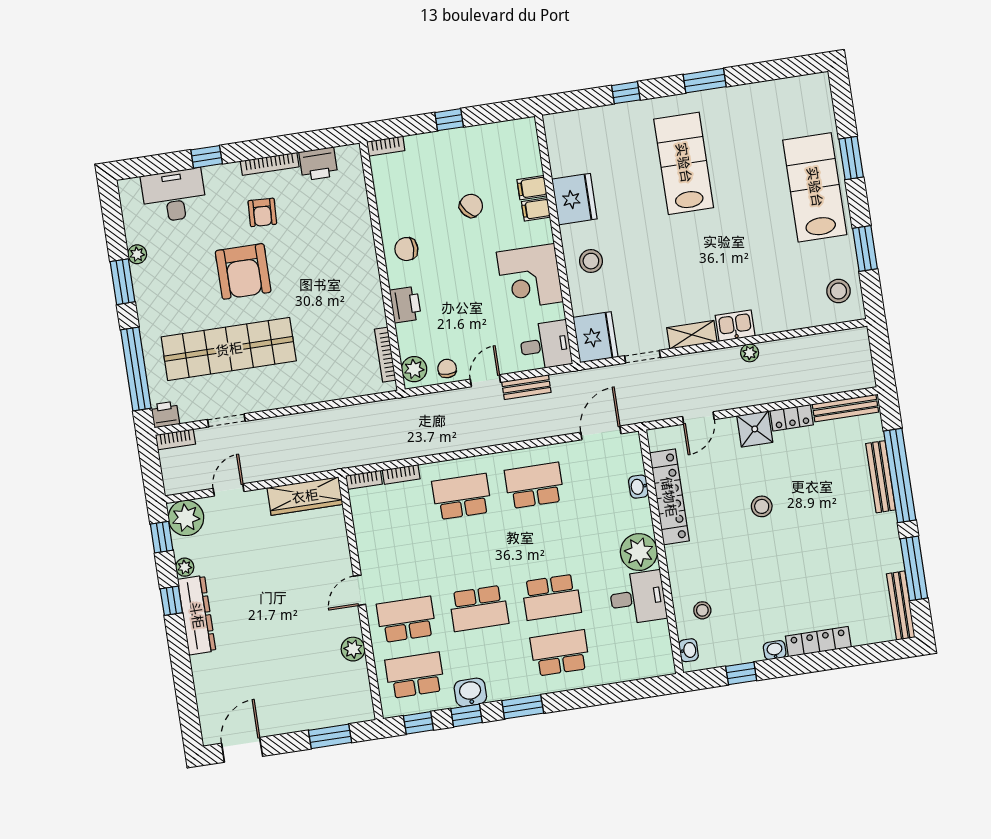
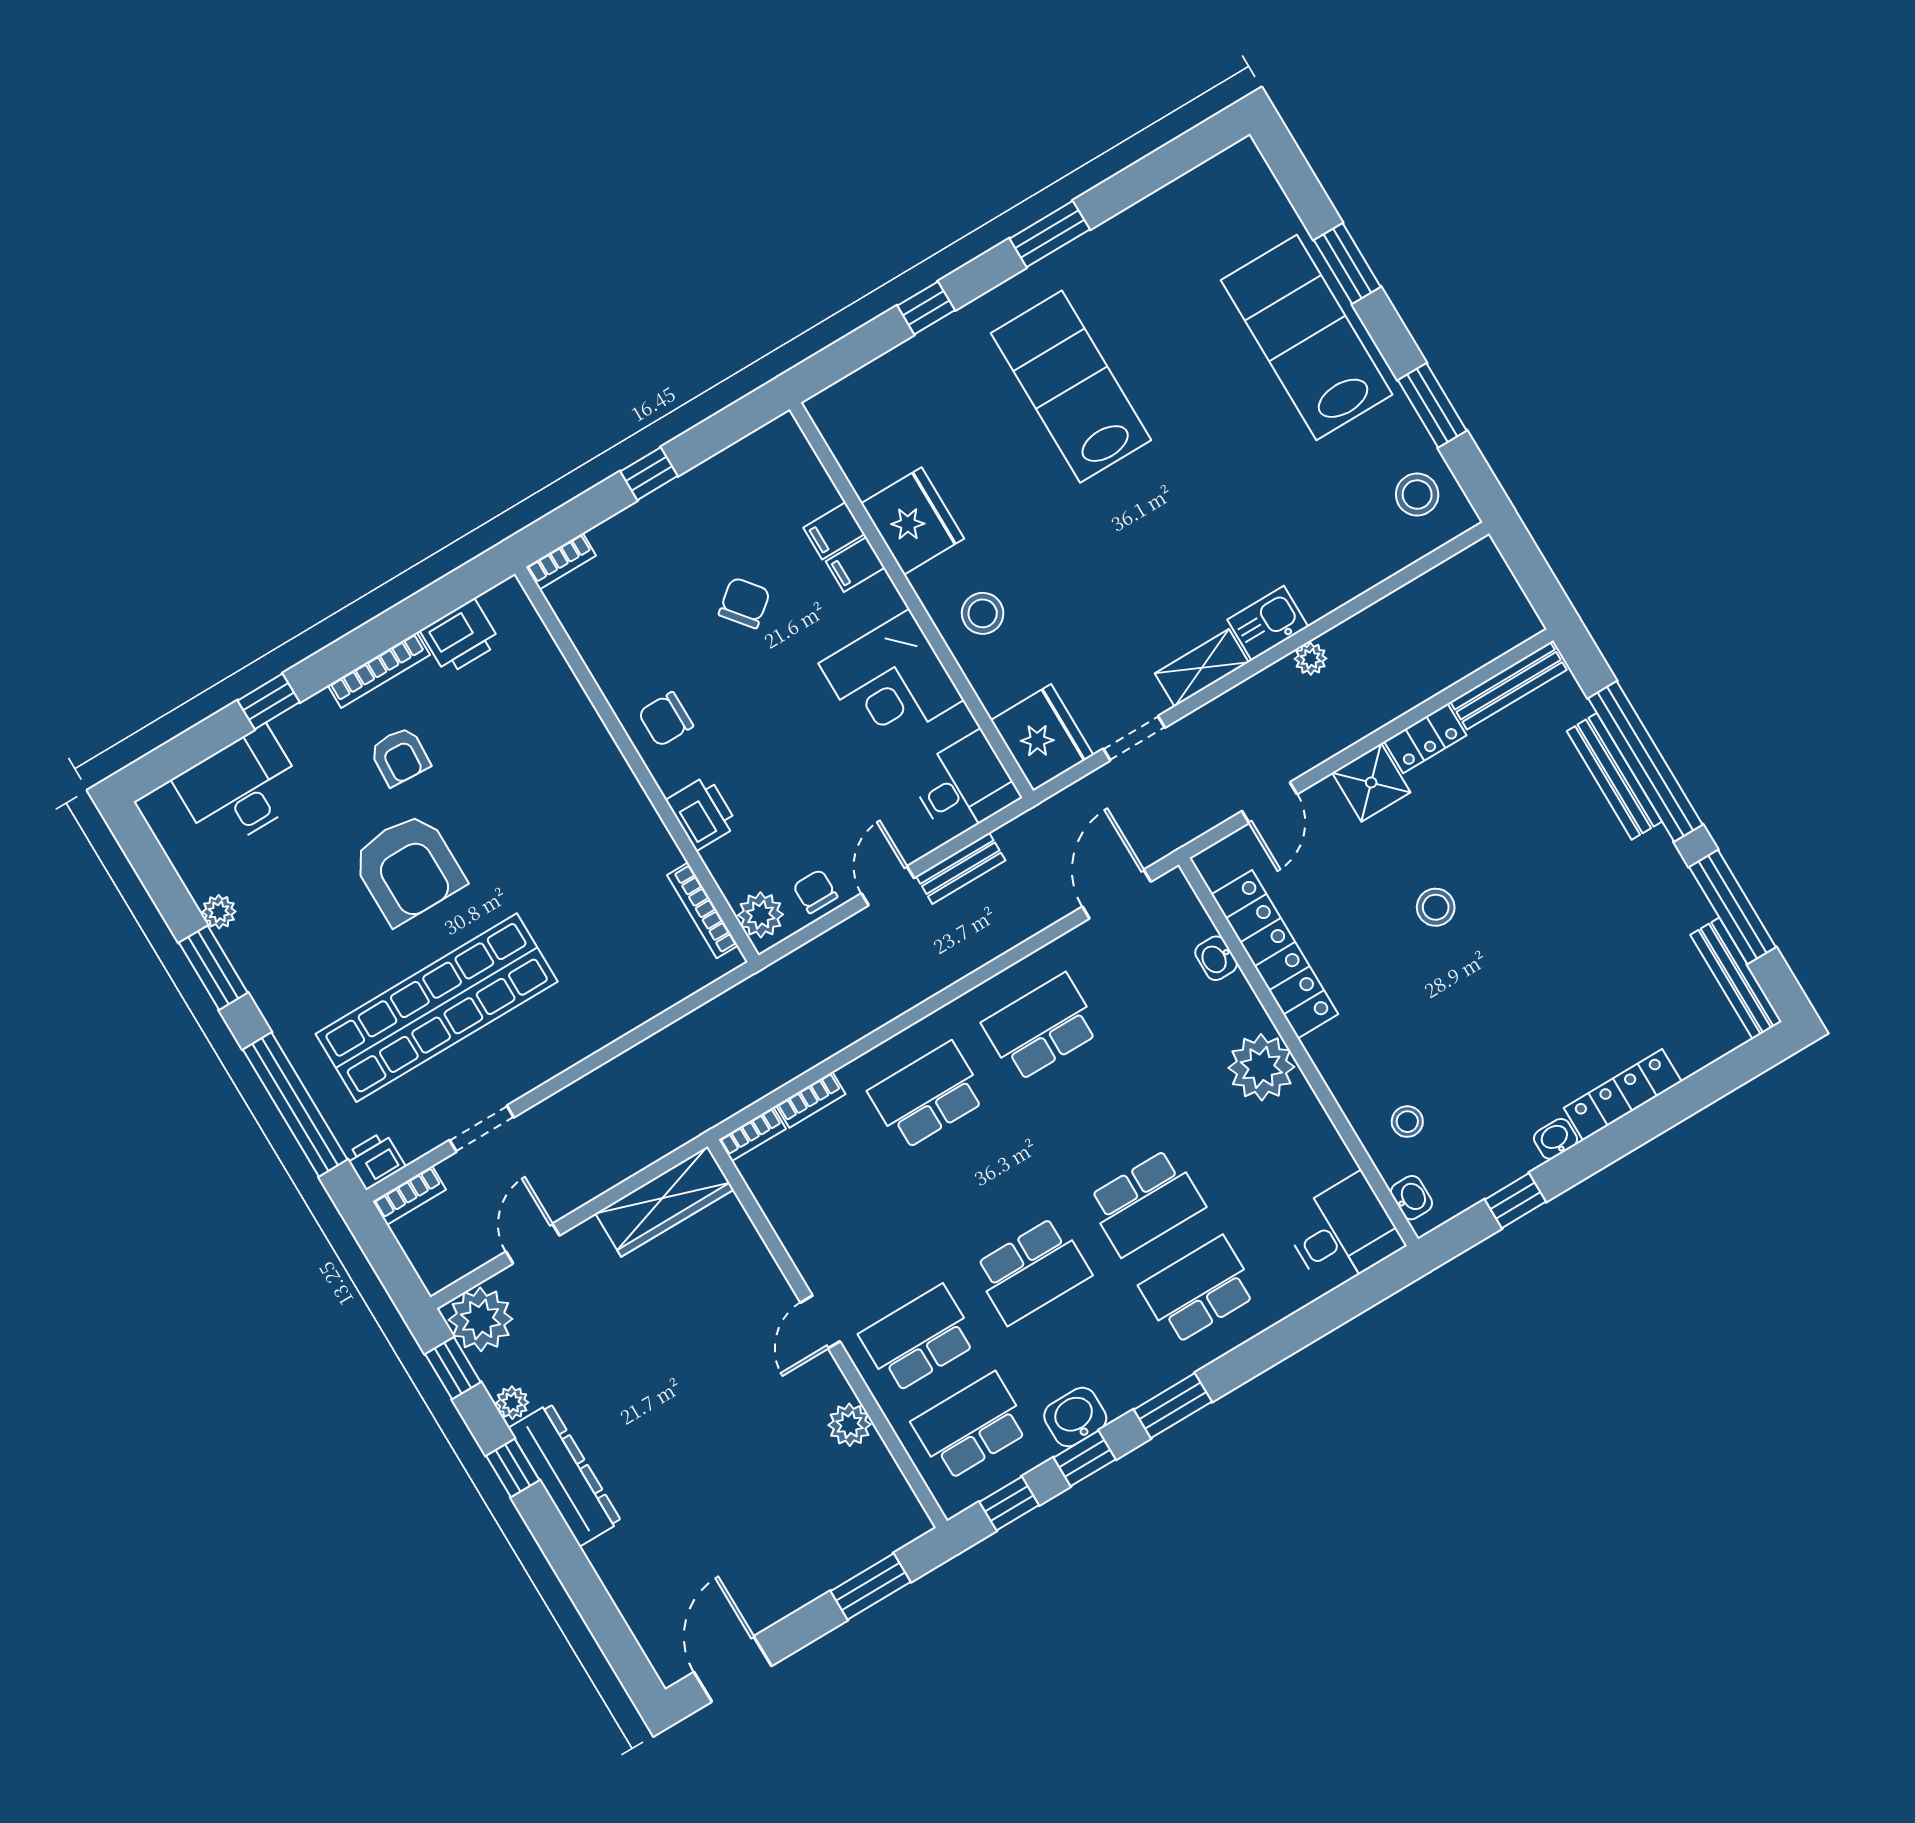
desk: (638, 598) -> (1343, 1232), moved

